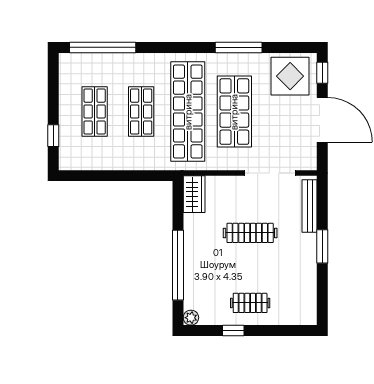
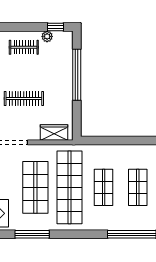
wardrobe: (194, 194) -> (54, 133), moved, turned 90
plant: (191, 318) -> (47, 36), moved
window: (233, 331) -> (56, 27), moved

